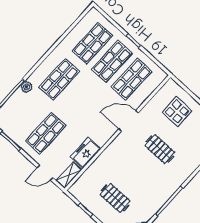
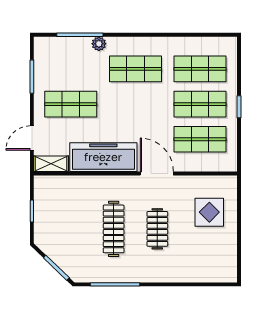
freezer: (86, 153) -> (103, 157), width x1.91, depth x1.26
door: (45, 173) -> (32, 138), hinge flipped
clothes rail: (115, 198) -> (114, 229), moved, width x1.36

